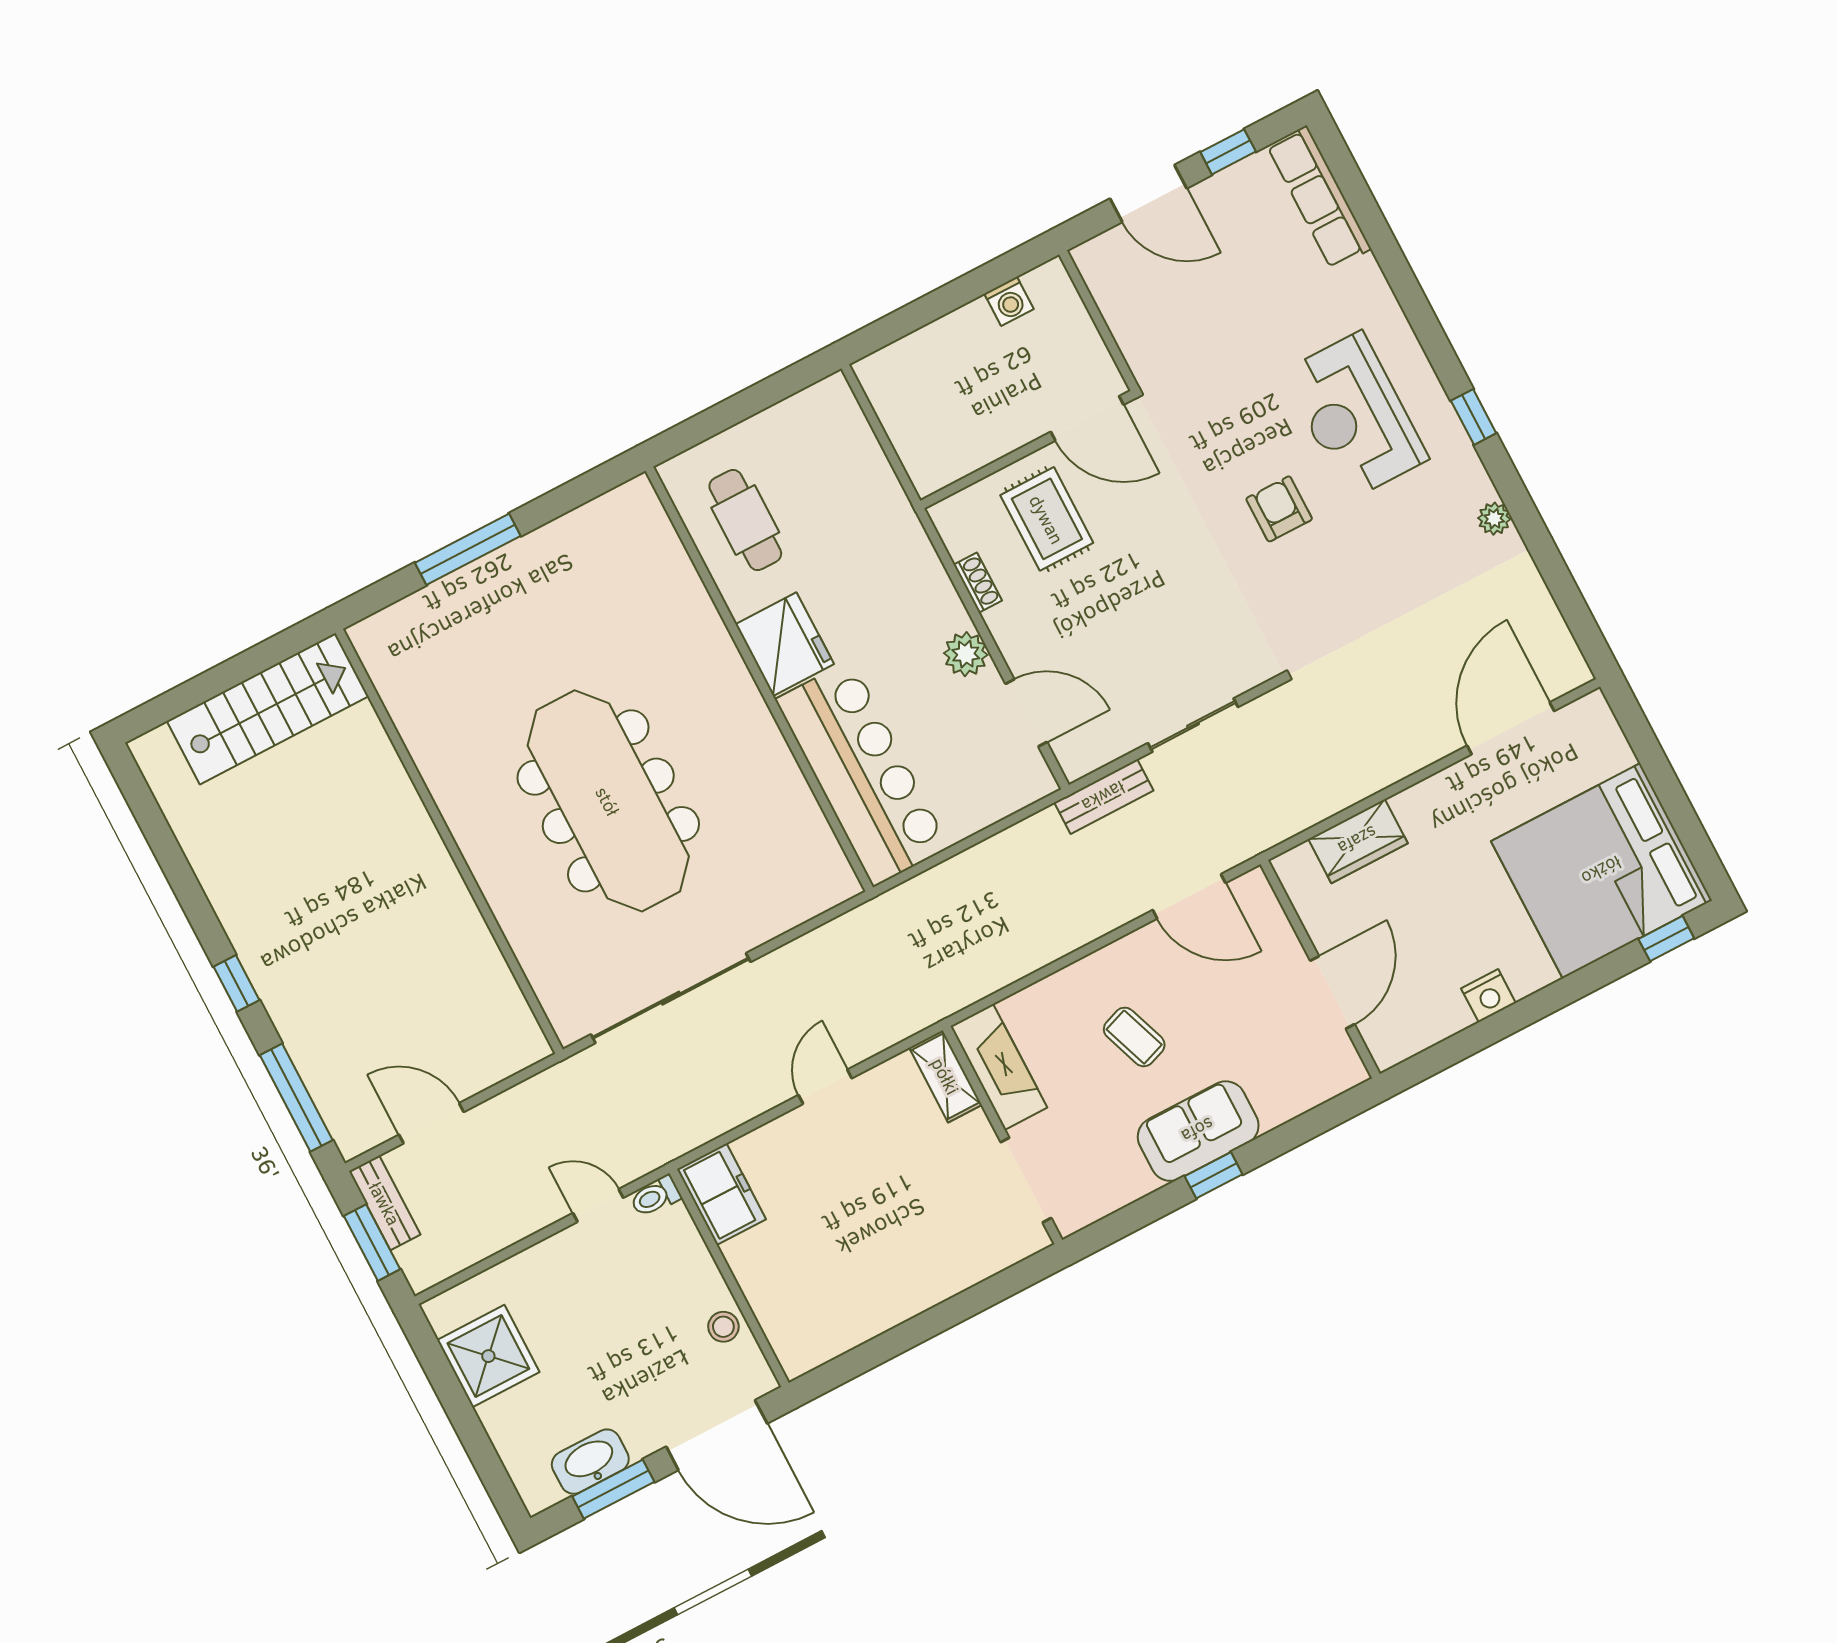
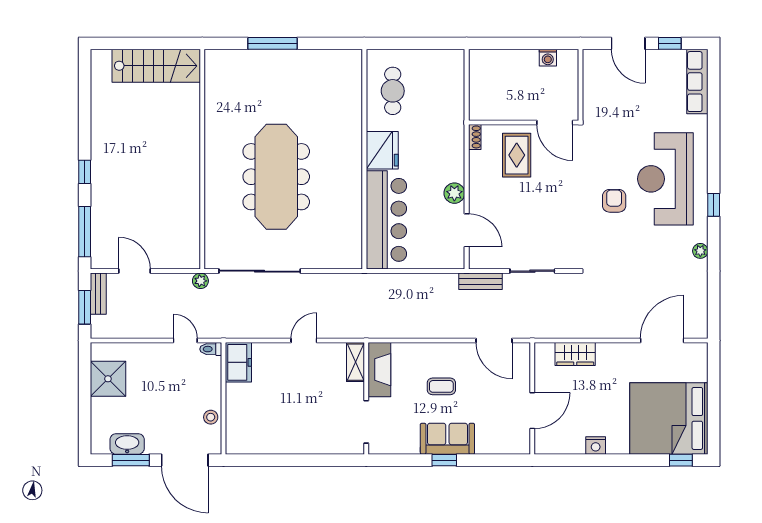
reception desk: (1355, 416) -> (665, 179), width x1.36, depth x1.30
shoe rack: (978, 583) -> (475, 137), moved
coffee table: (1134, 1037) -> (441, 386), turned -70
plant: (567, 1076) -> (200, 281), added

